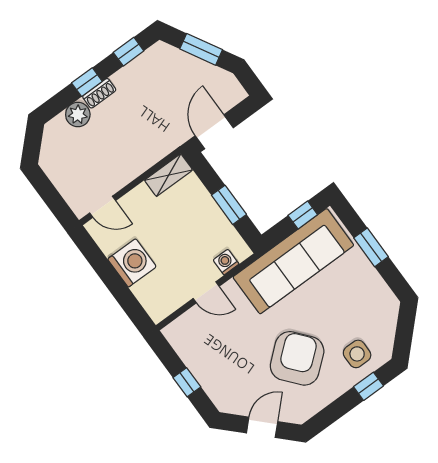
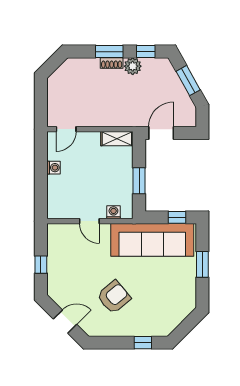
window: (87, 82) -> (109, 52), width x1.50
plant: (78, 114) -> (133, 66), moved
door: (103, 207) -> (66, 129), hinge flipped
washing machine: (132, 263) -> (54, 168), width x0.53, depth x0.53
side table: (357, 354) -> (150, 319), removed
armchair: (297, 358) -> (114, 297), width x0.73, depth x0.73

